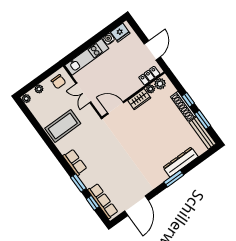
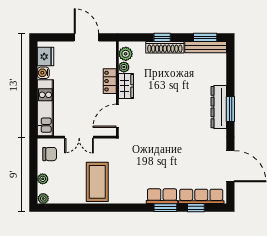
locker: (149, 76) -> (110, 81), moved
window: (203, 120) -> (205, 37), moved
row of seats: (75, 162) -> (162, 196), moved
dresser: (181, 162) -> (219, 107), moved

